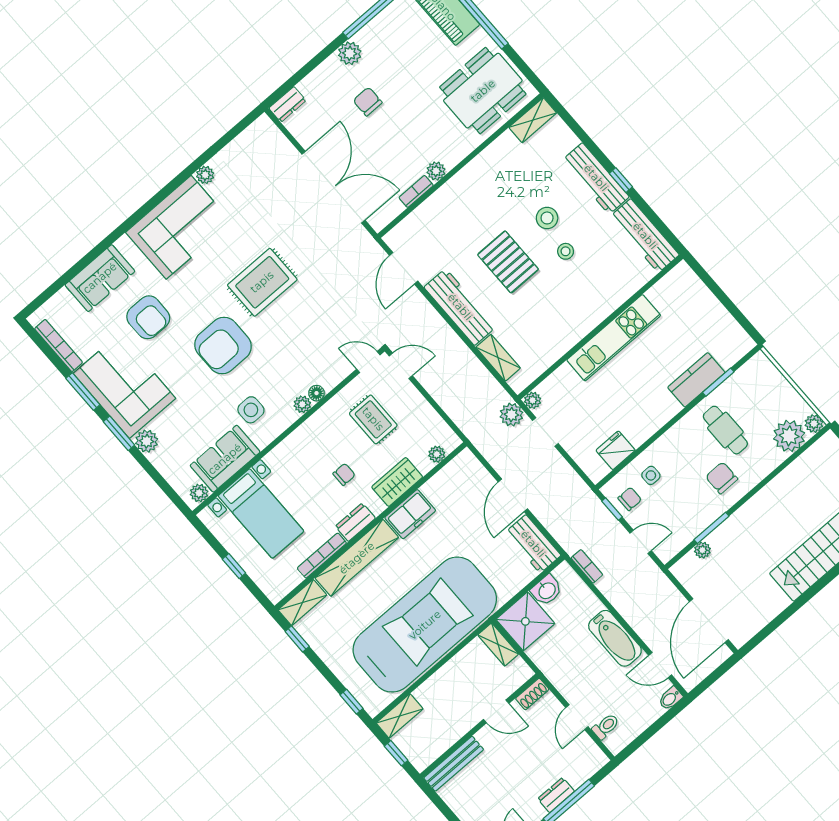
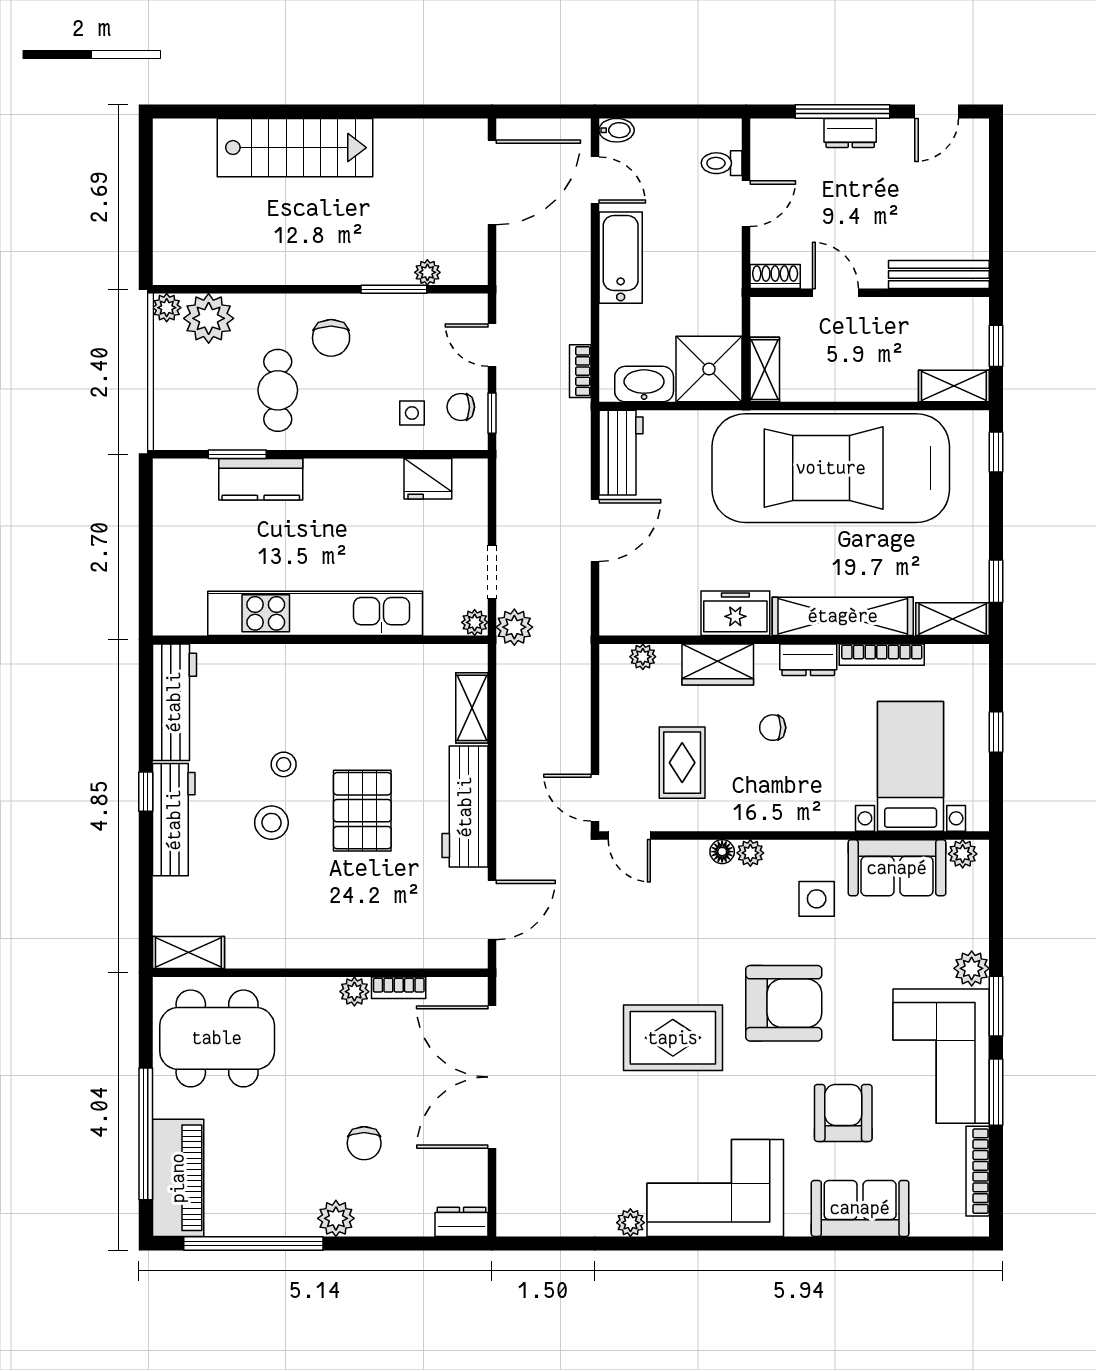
kitchen unit: (614, 338) -> (315, 613), width x1.36
washbasin: (547, 590) -> (644, 384), width x1.38

